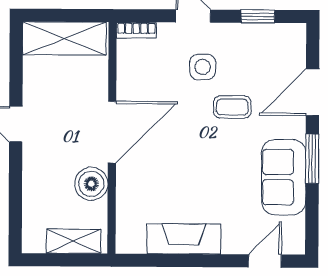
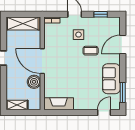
door: (112, 132) -> (42, 61), swing flipped
window: (312, 159) -> (123, 92), moved
fireplace: (184, 239) -> (59, 104), moved
shelving: (74, 241) -> (17, 105), moved

